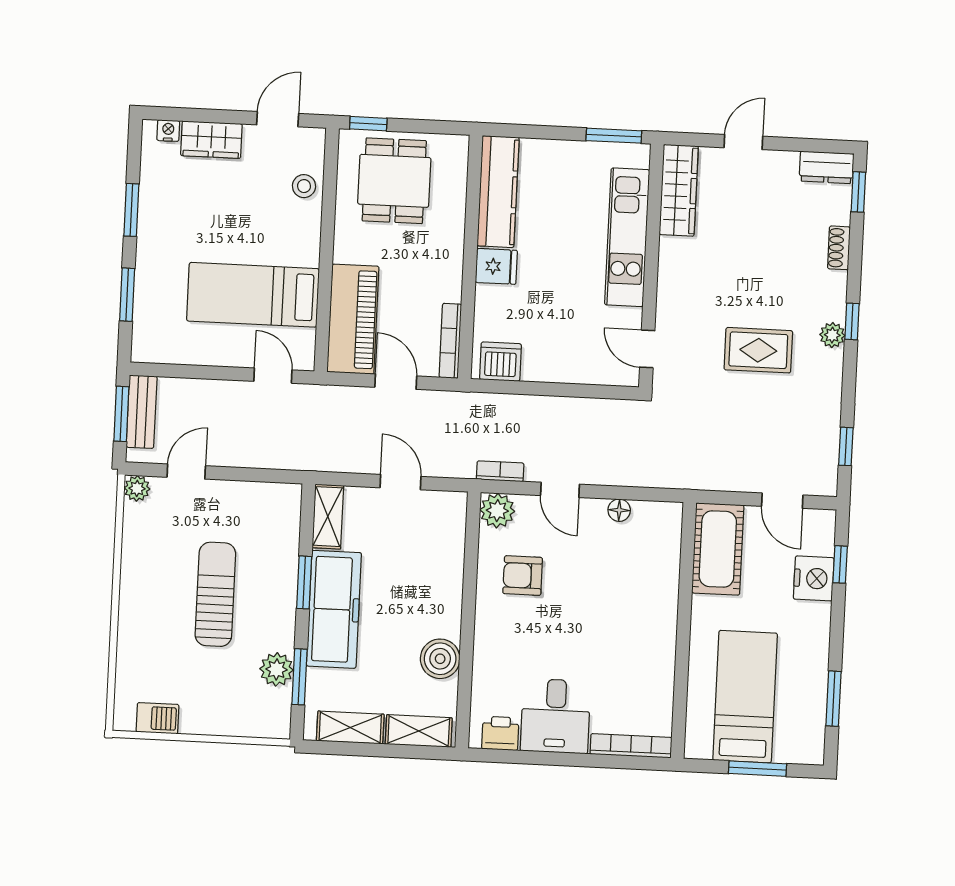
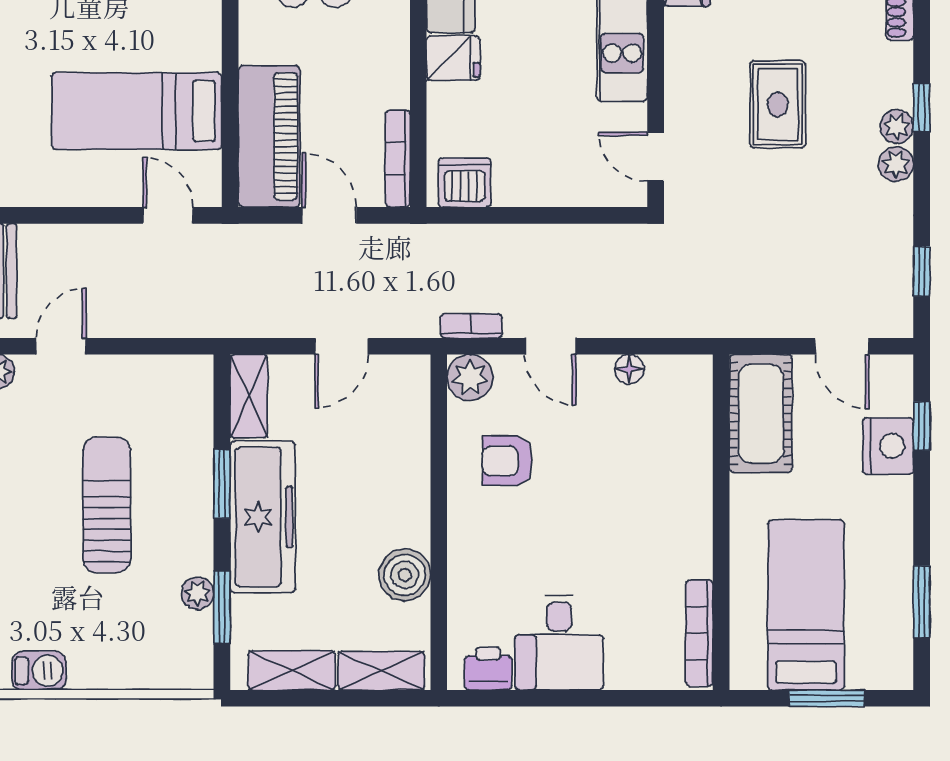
rug: (758, 350) -> (778, 104), moved, turned 90
plant: (830, 364) -> (896, 164), added
door: (400, 482) -> (342, 346), swing flipped
plant: (277, 669) -> (198, 593), width x0.73, depth x0.73
bookcase: (631, 746) -> (699, 633), moved, turned -90

